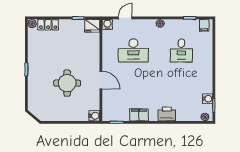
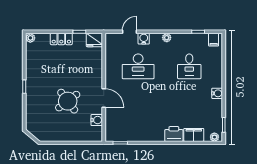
water cooler: (107, 24) -> (144, 39), moved
locker: (48, 25) -> (61, 39), moved
round table: (67, 83) -> (68, 101), turned -37
water cooler: (208, 99) -> (217, 93), moved
filing cabinet: (139, 115) -> (194, 135), moved
water cooler: (94, 116) -> (97, 120), moved

